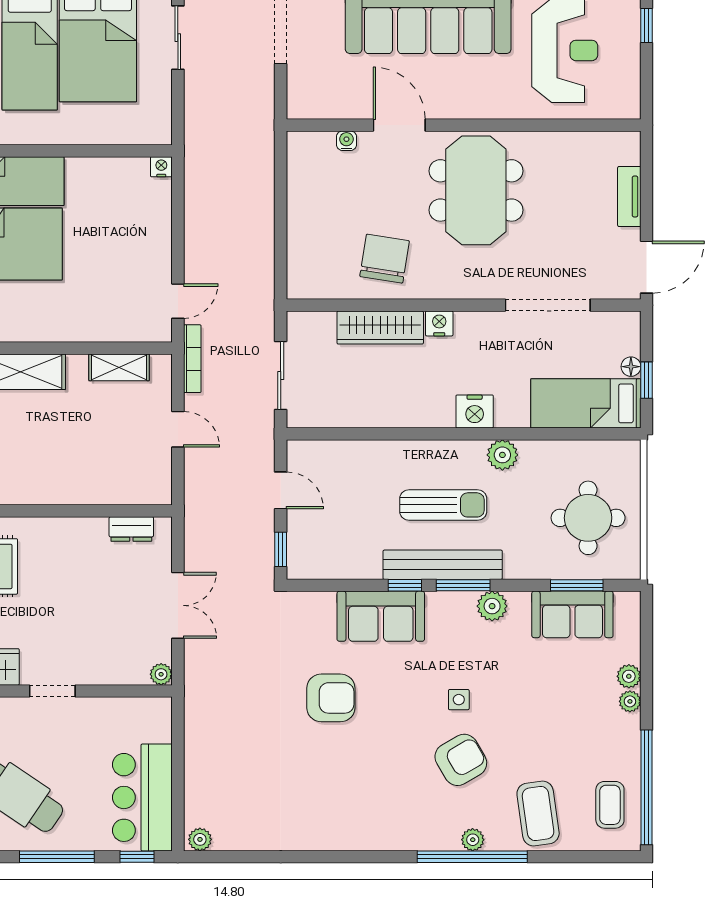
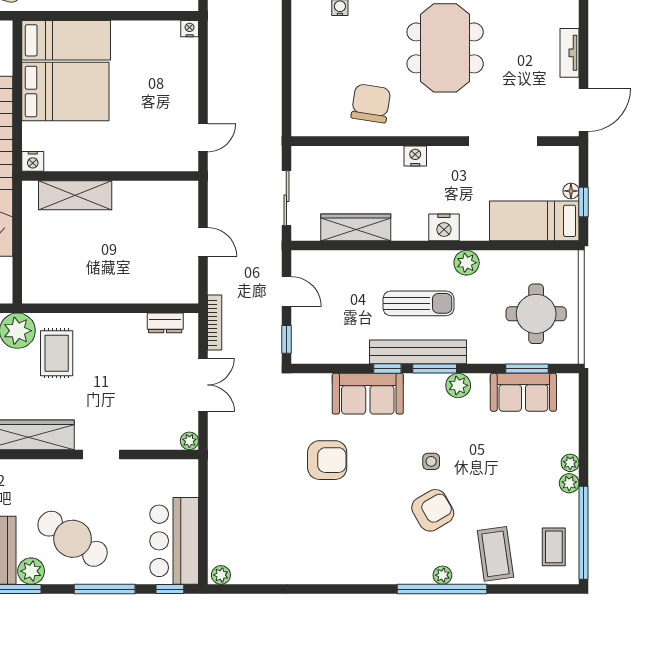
wardrobe: (380, 328) -> (356, 227), moved, turned 180
bookcase: (192, 359) -> (215, 323), moved
shelving: (119, 367) -> (155, 192), removed
plant: (629, 676) -> (569, 483), moved

